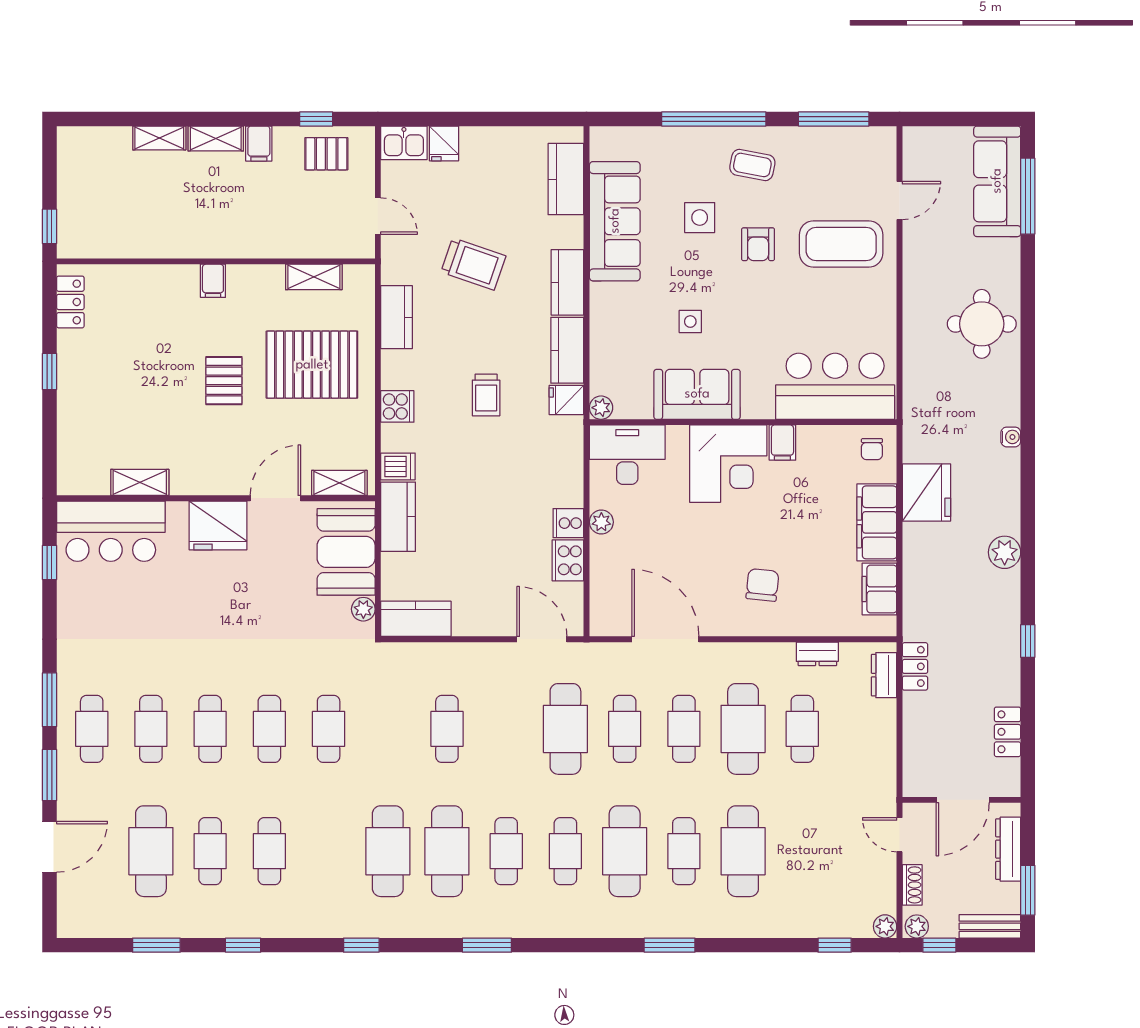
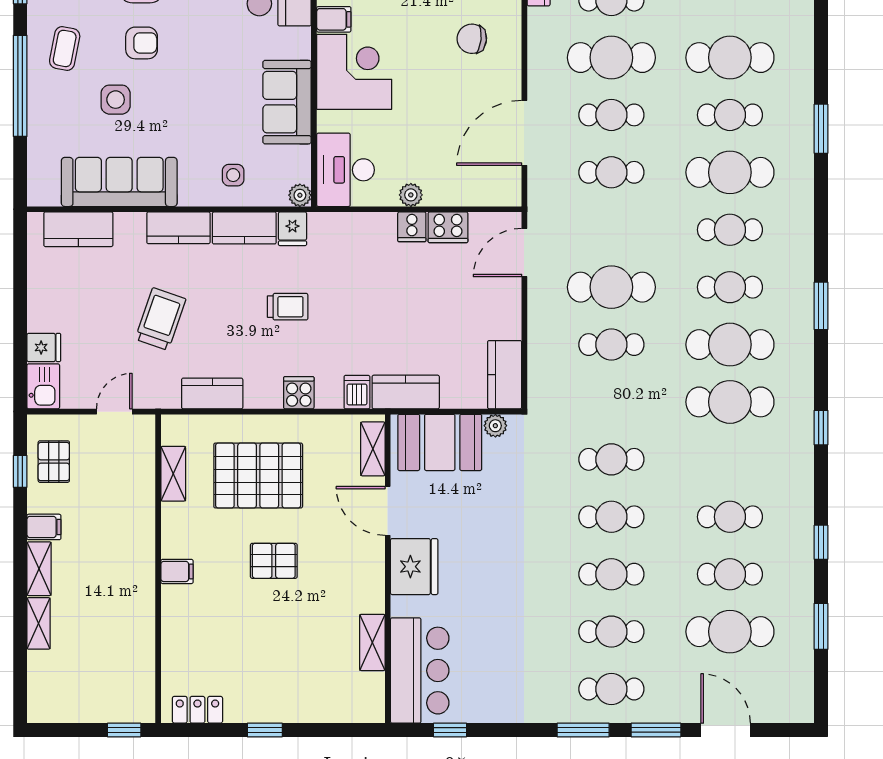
side table: (690, 322) -> (233, 175), moved
pallet: (312, 365) -> (258, 476), turned 90
cafe table: (565, 729) -> (611, 287), moved

